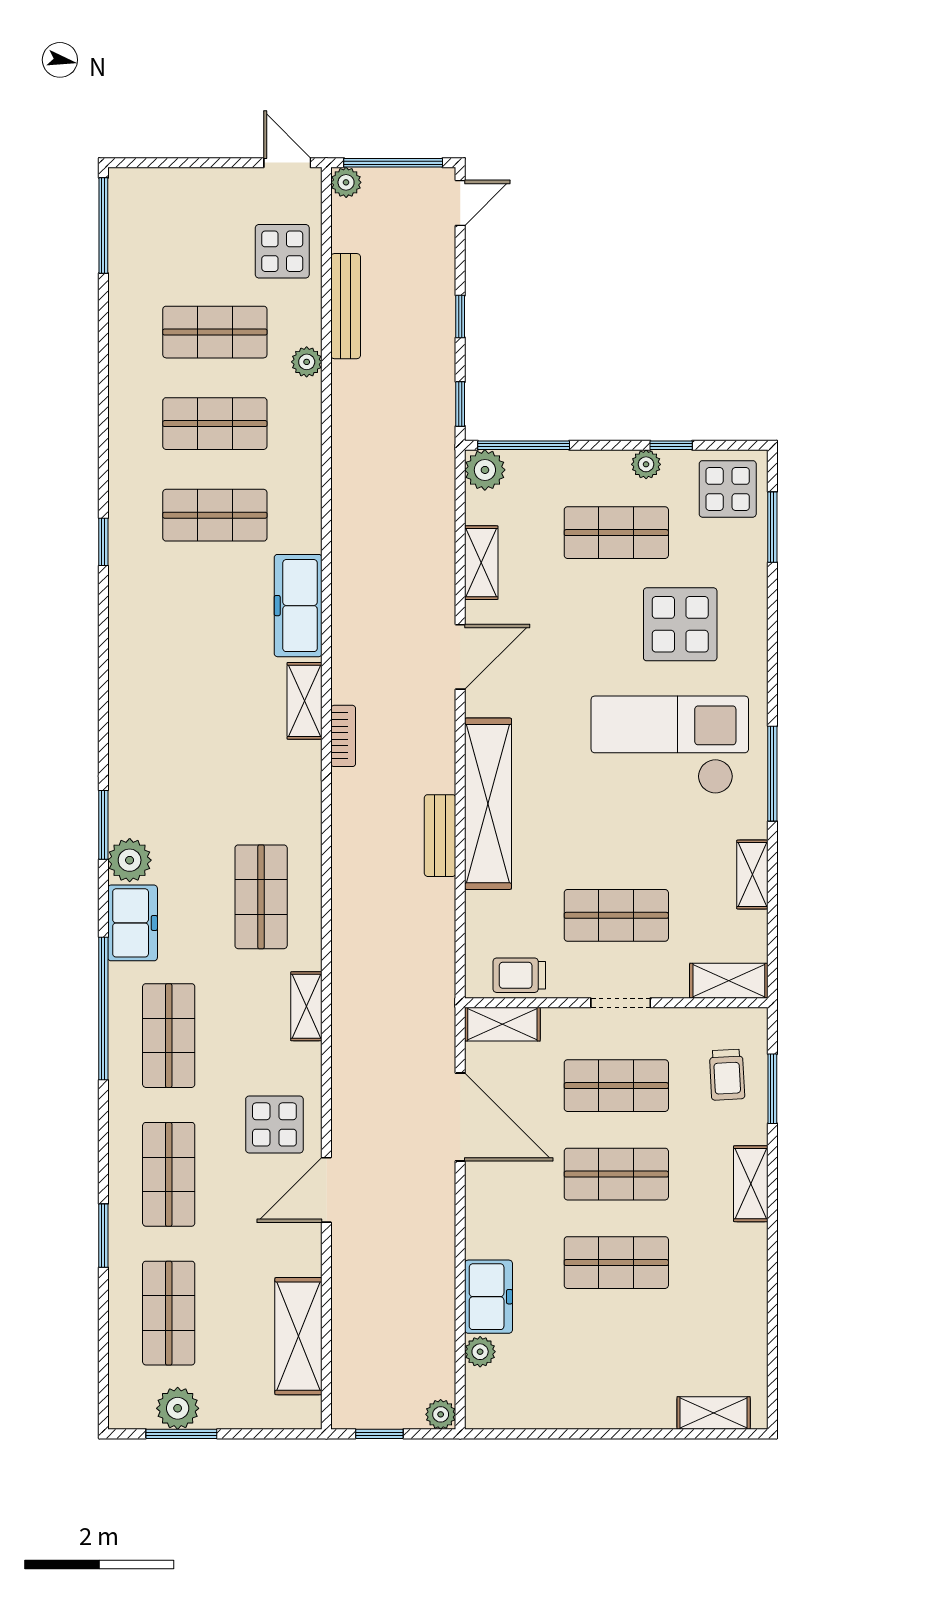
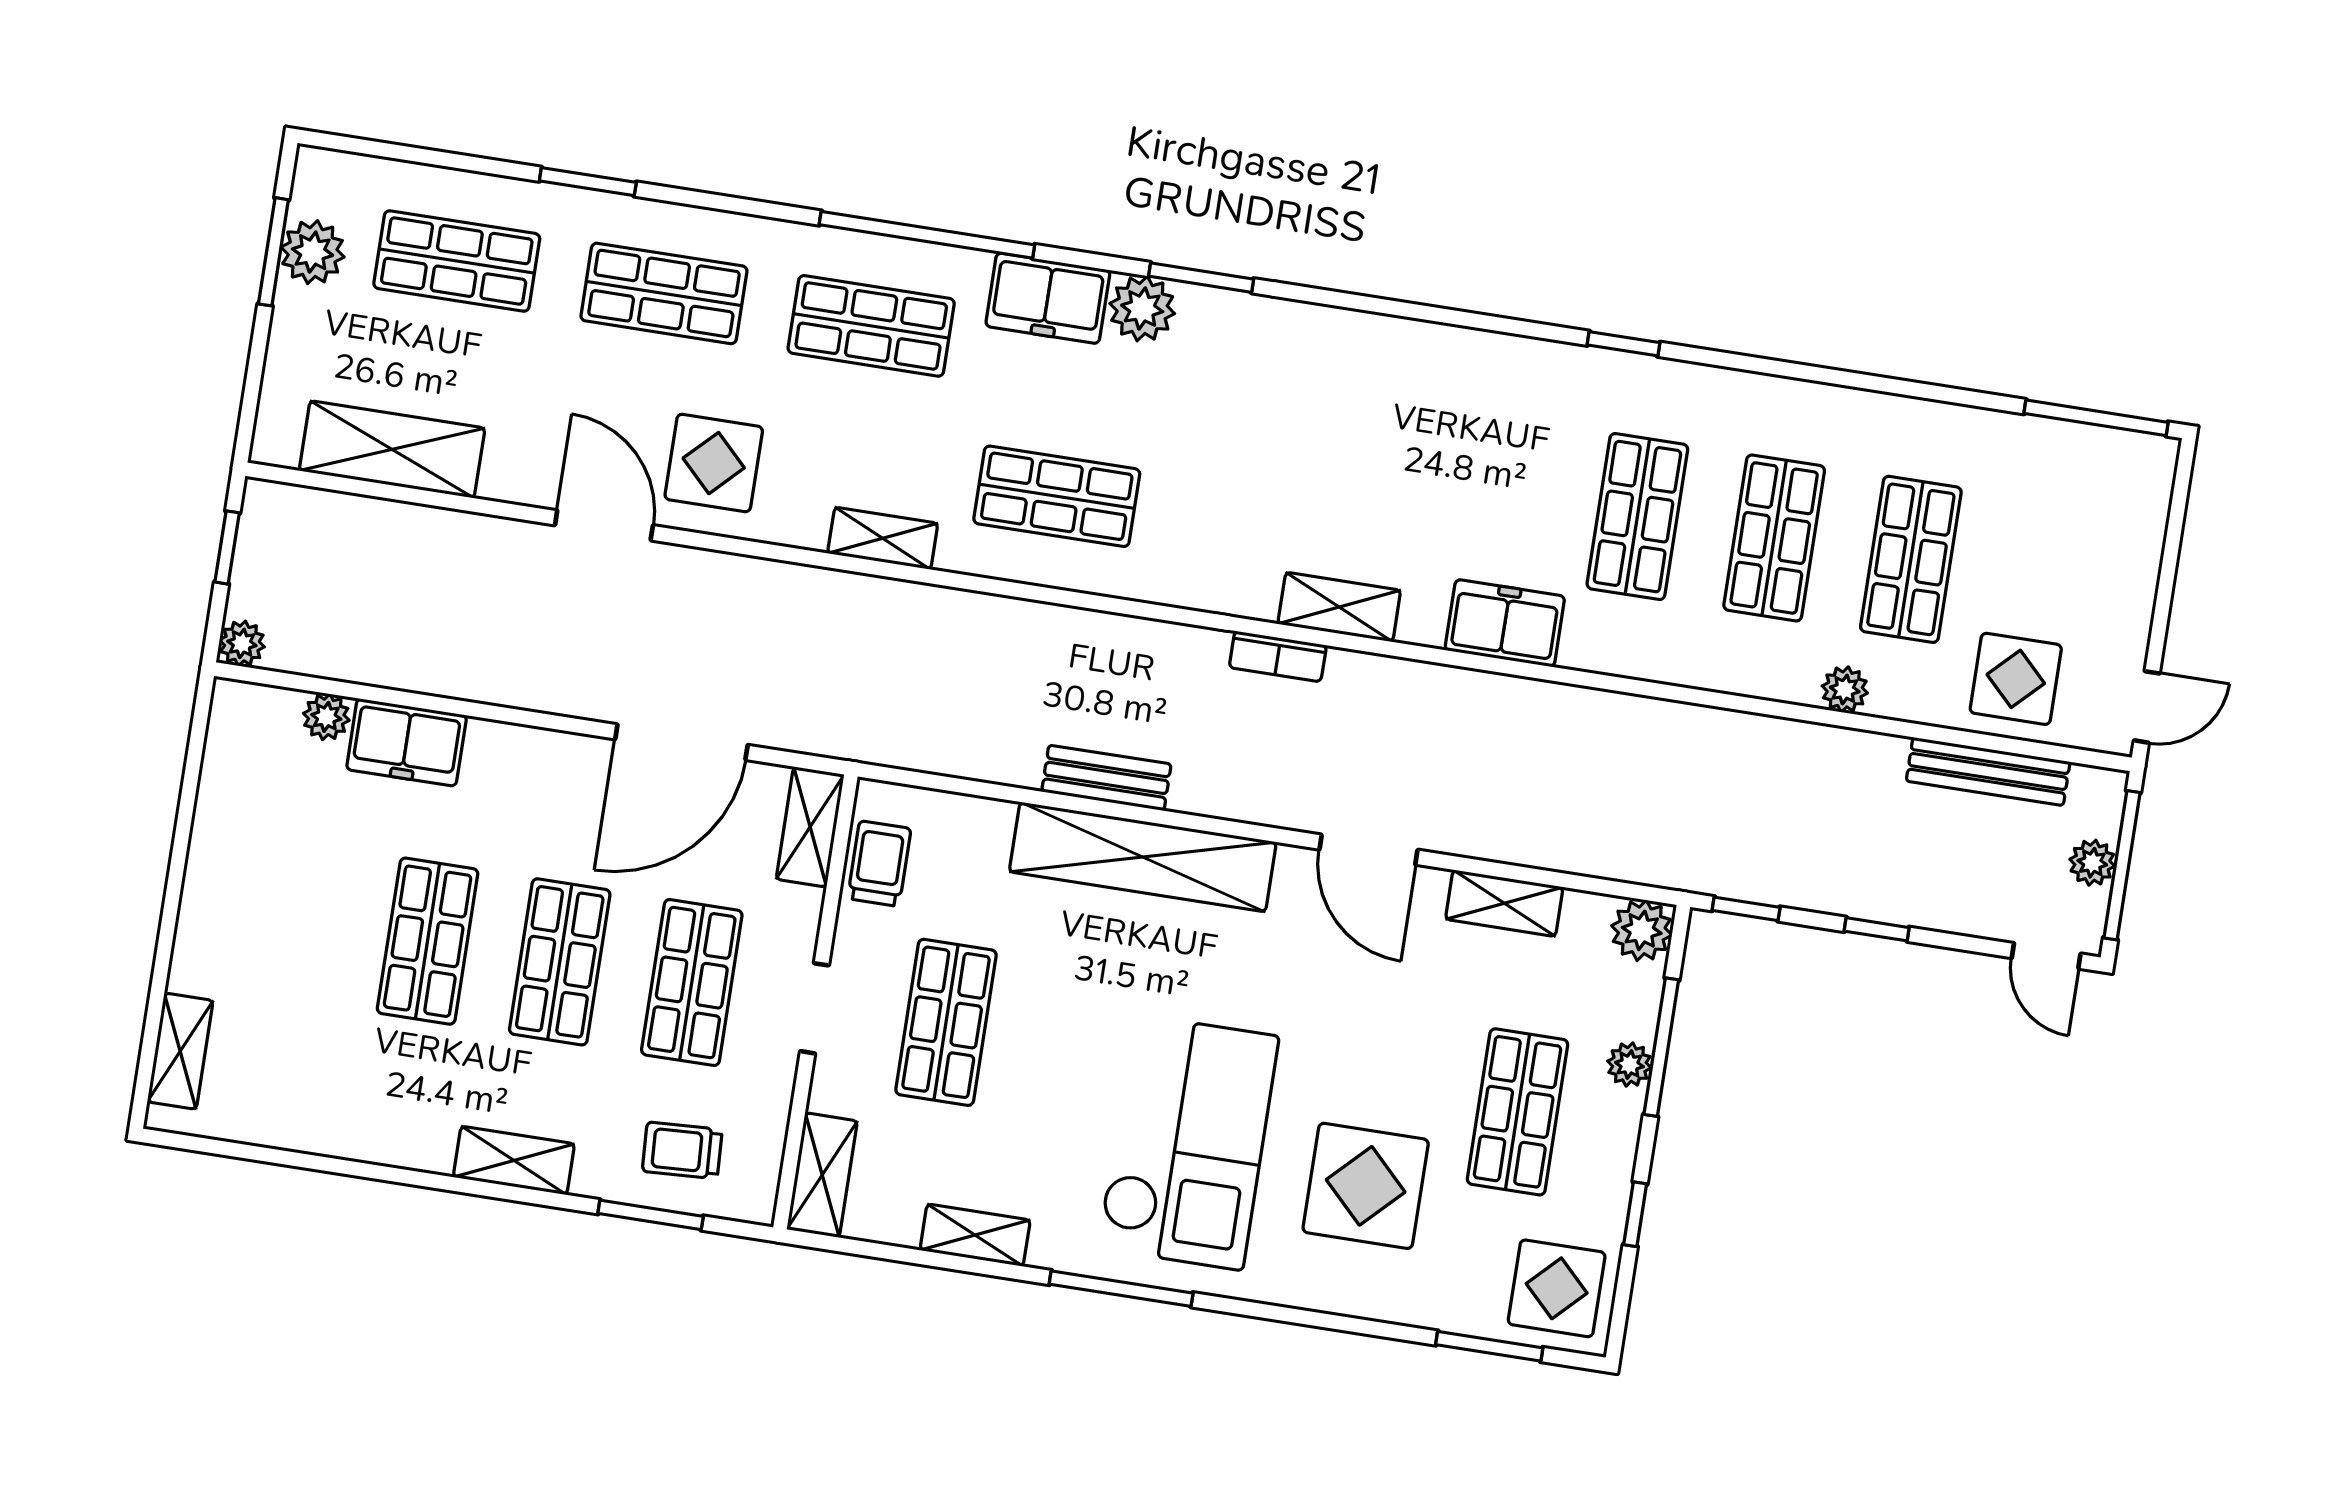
plant: (346, 182) -> (2092, 863), moved
bench: (346, 306) -> (1988, 771), moved
window: (524, 445) -> (1661, 1047), moved
plant: (646, 464) -> (1629, 1065), moved
freezer: (298, 606) -> (1505, 623), width x0.71

